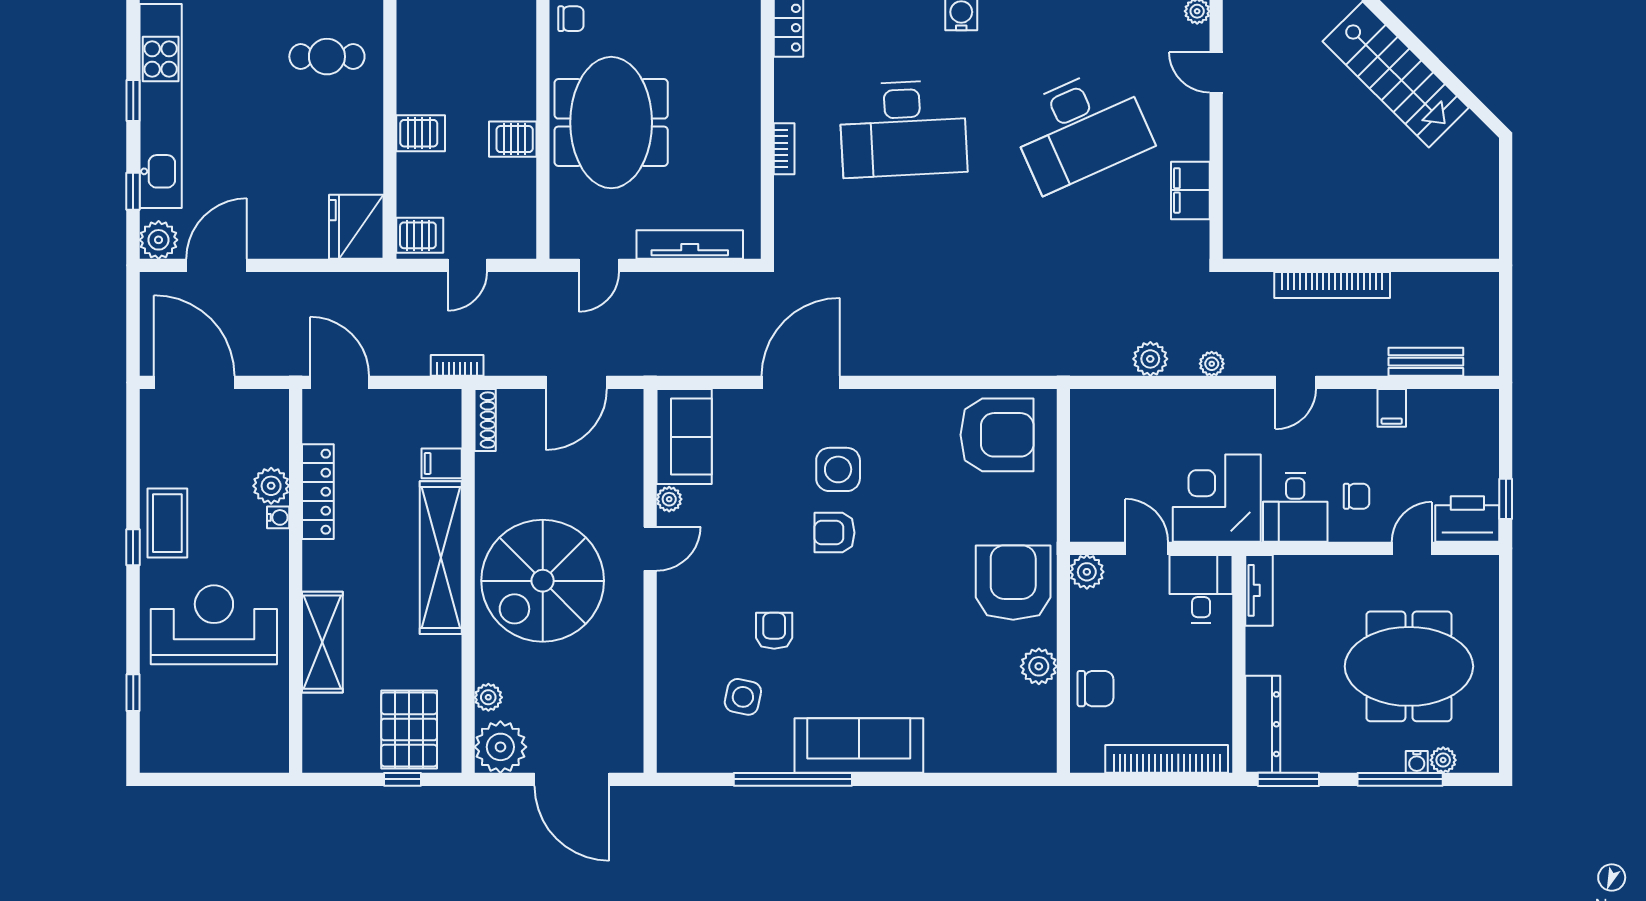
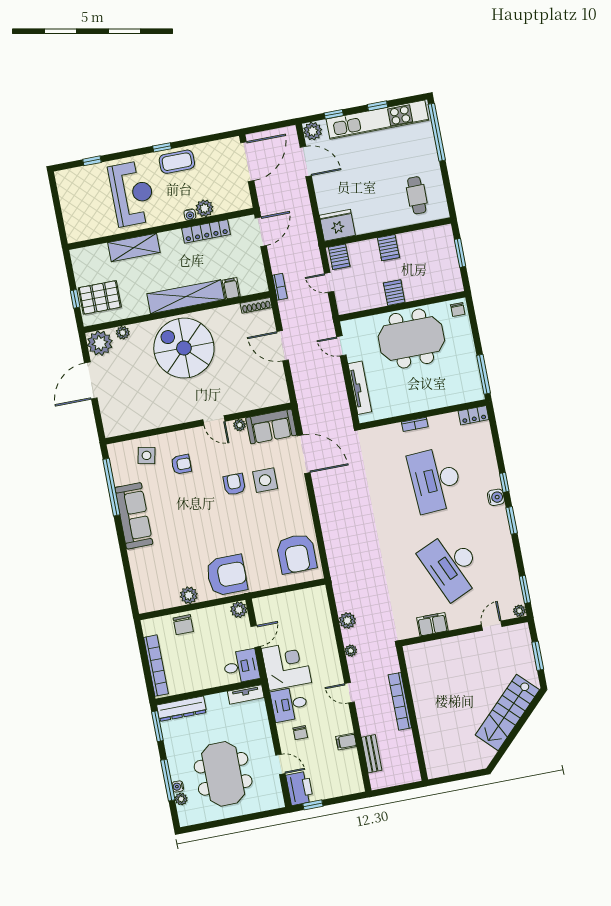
sofa: (684, 437) -> (271, 426), moved
plant: (669, 499) -> (240, 425), moved
door: (650, 549) -> (214, 420), moved
wall: (650, 581) -> (198, 423), moved

